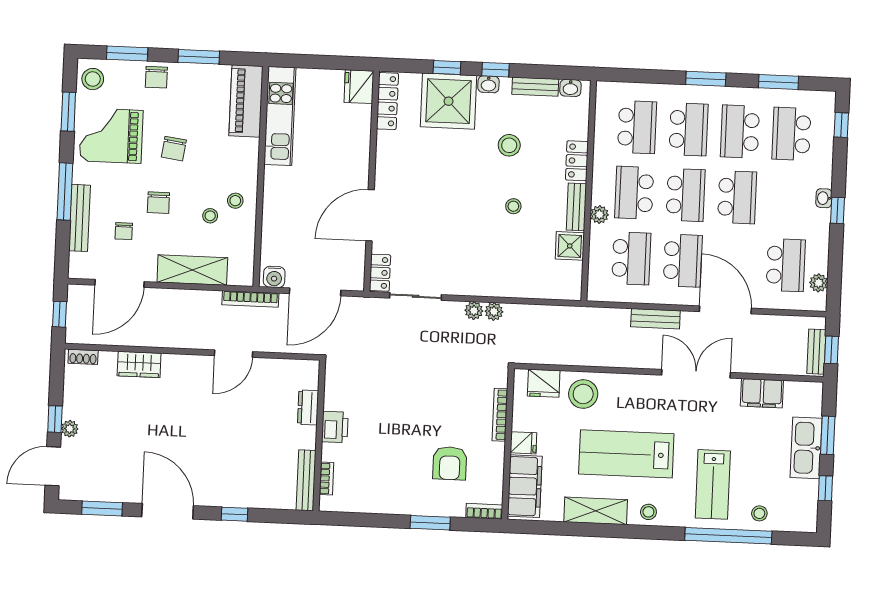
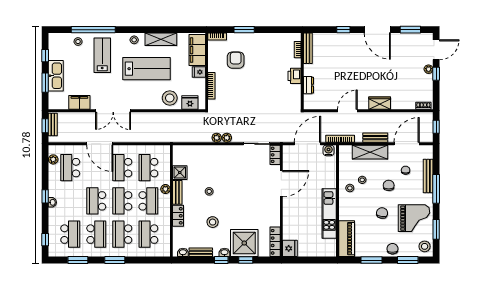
kitchen unit: (280, 116) -> (329, 213), moved
bench: (655, 319) -> (375, 138), moved
wardrobe: (139, 364) -> (380, 103), moved

